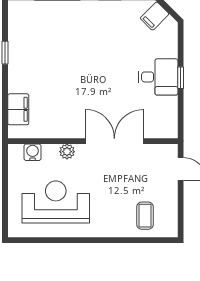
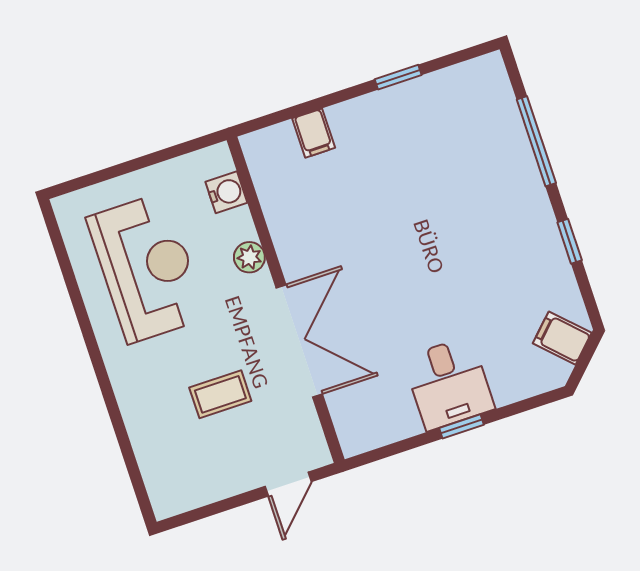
filing cabinet: (18, 109) -> (314, 133), width x0.50
coffee table: (145, 216) -> (220, 394), moved

